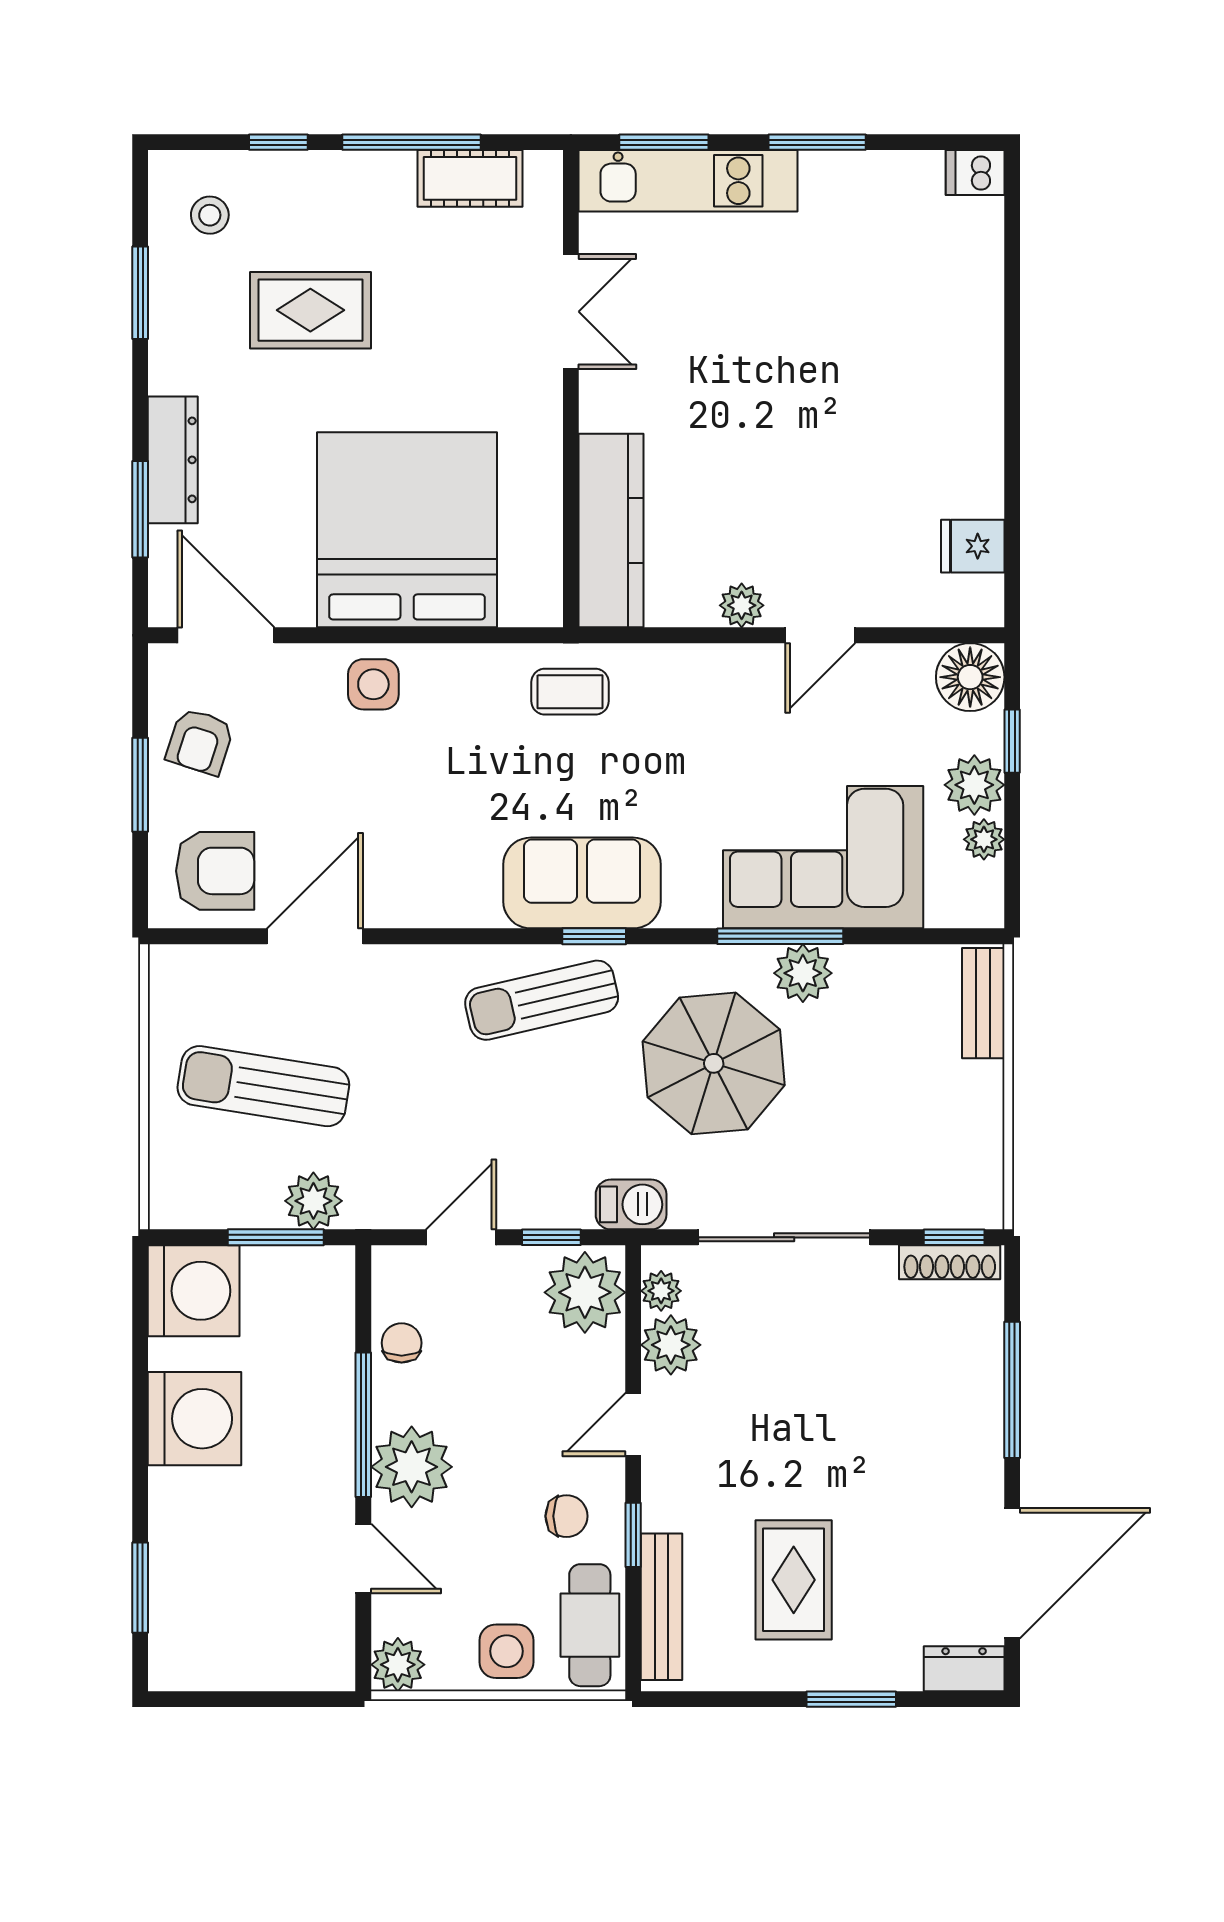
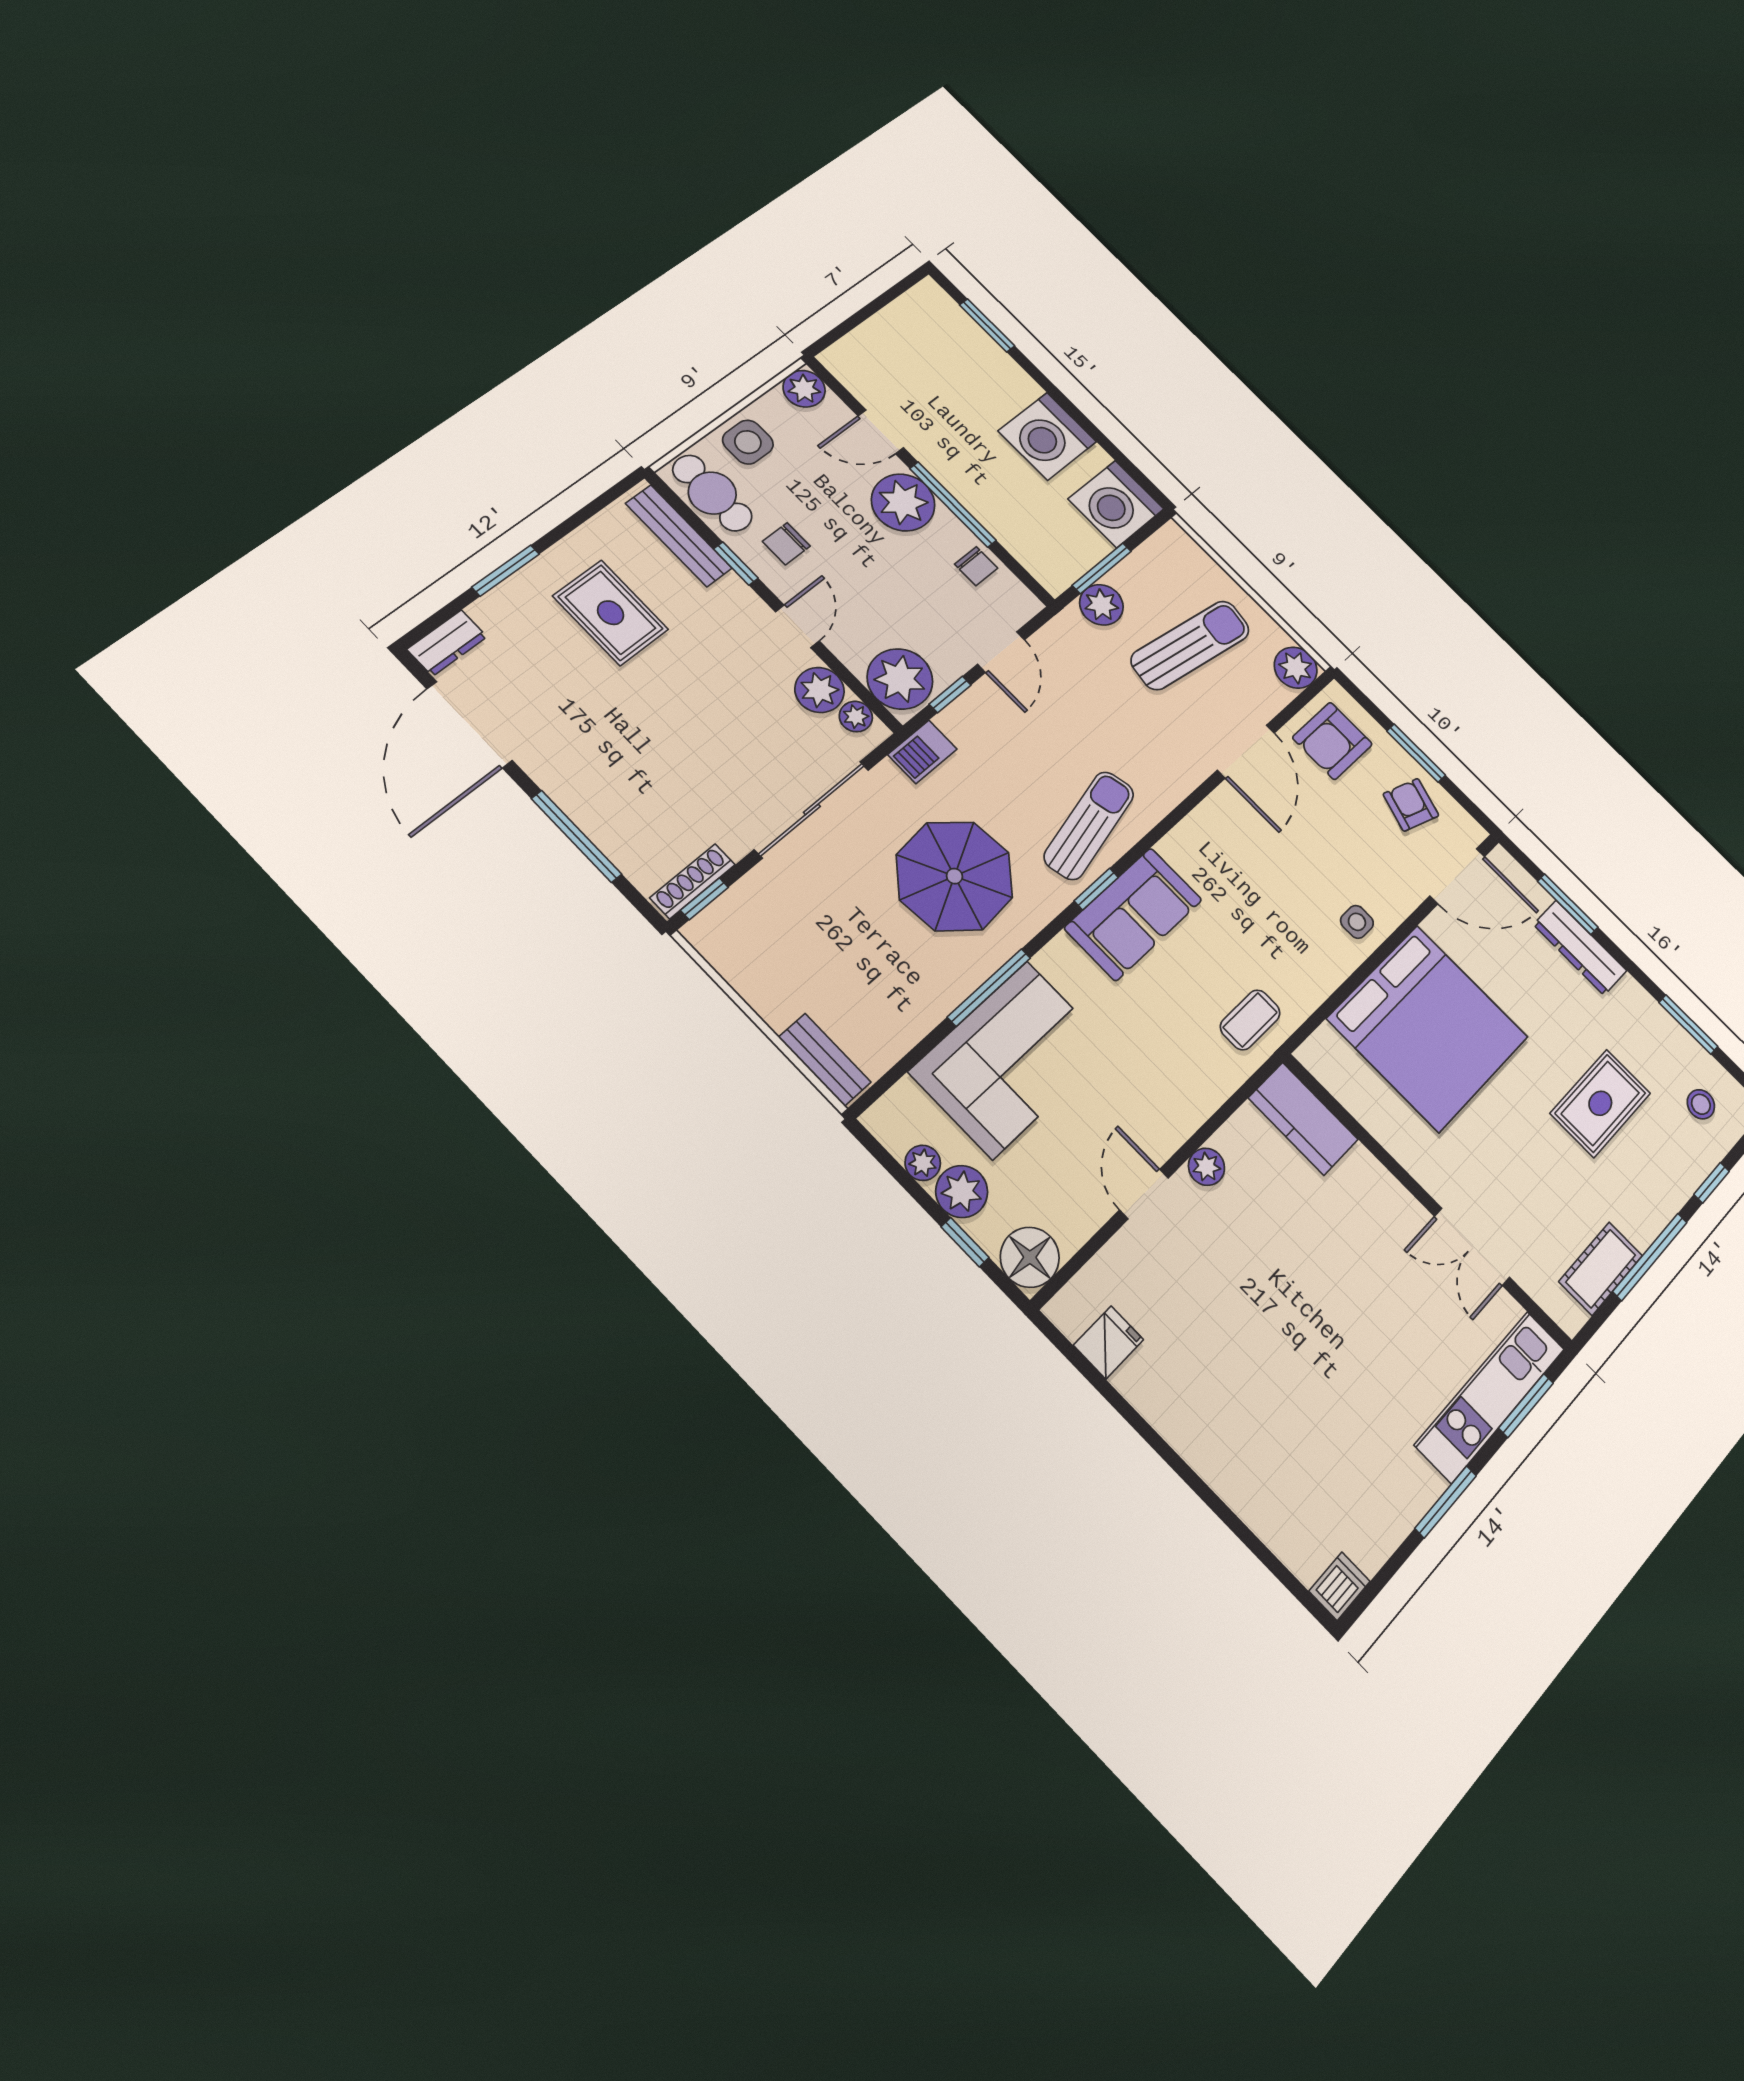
kitchen counter: (611, 531) -> (1303, 1119), width x0.67
side table: (373, 684) -> (1357, 922), width x0.73, depth x0.73
plant: (803, 973) -> (1296, 668), moved

